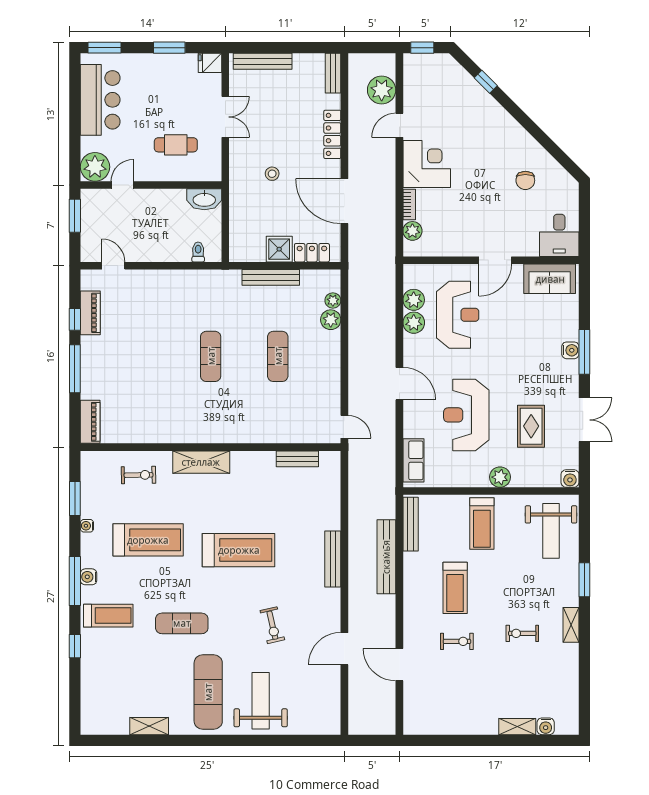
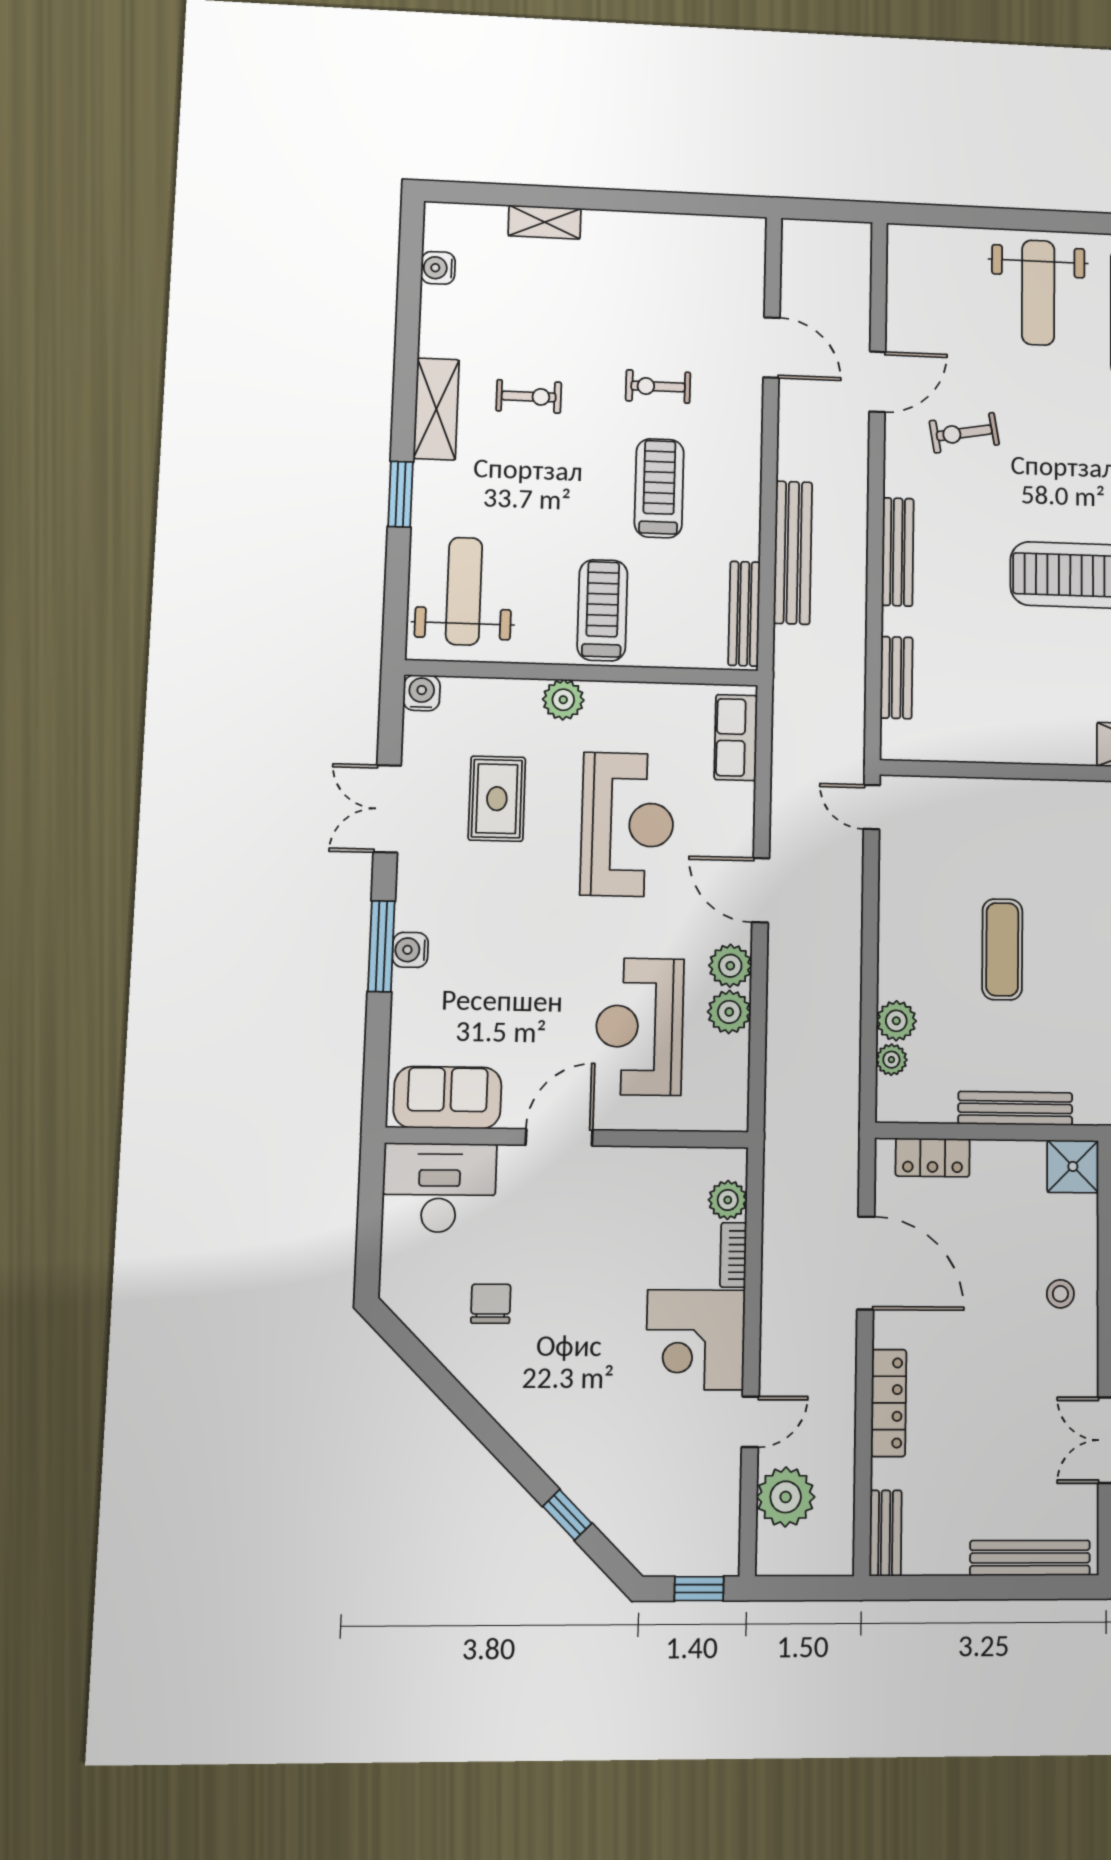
stool: (272, 174) -> (1060, 1294), moved
desk: (559, 235) -> (439, 1188), width x1.37
shower: (279, 249) -> (1073, 1166), moved
plant: (414, 300) -> (730, 966), moved
bench: (297, 459) -> (896, 678), moved, turned 90
exercise bike: (272, 625) -> (964, 433), moved, turned -87
shelving: (571, 625) -> (436, 409), width x1.50, depth x1.33
water cooler: (546, 726) -> (438, 268), moved, turned -90

